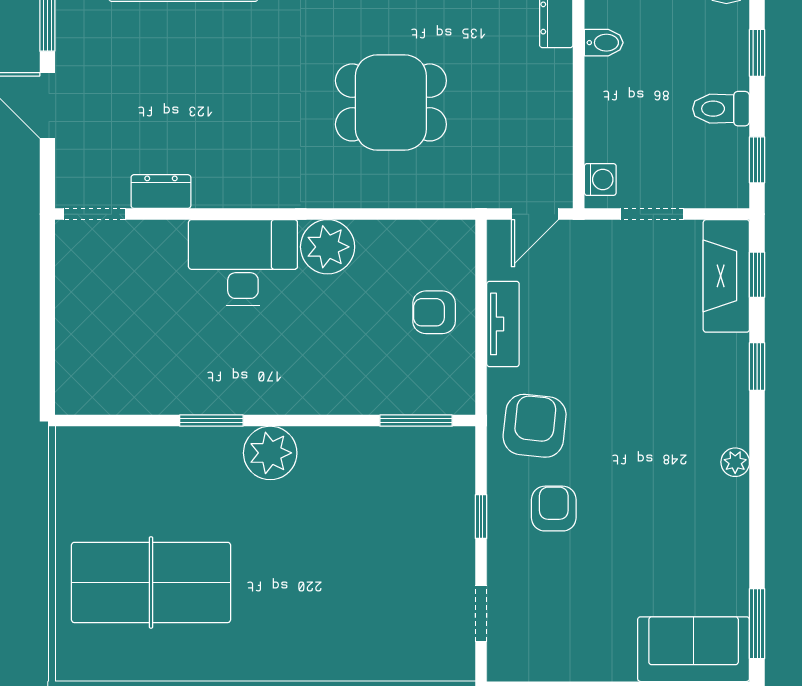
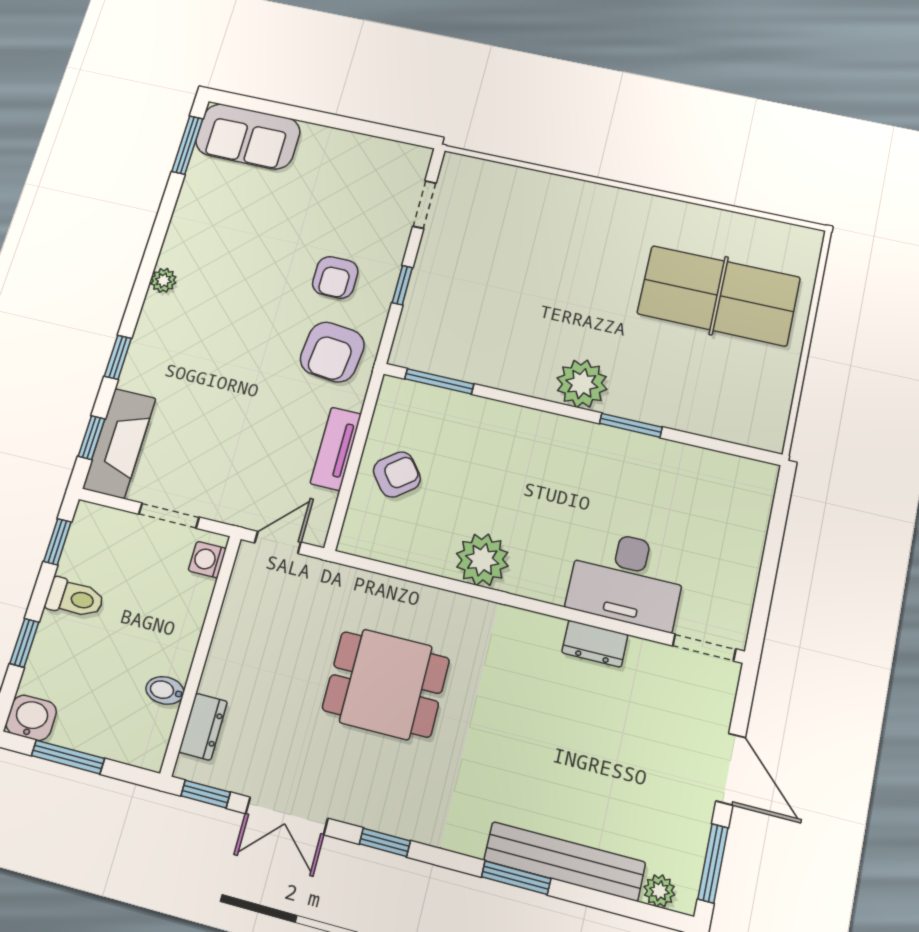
dresser: (161, 192) -> (595, 644), moved
desk: (243, 262) -> (627, 579), moved
armchair: (434, 312) -> (397, 474), turned -38

